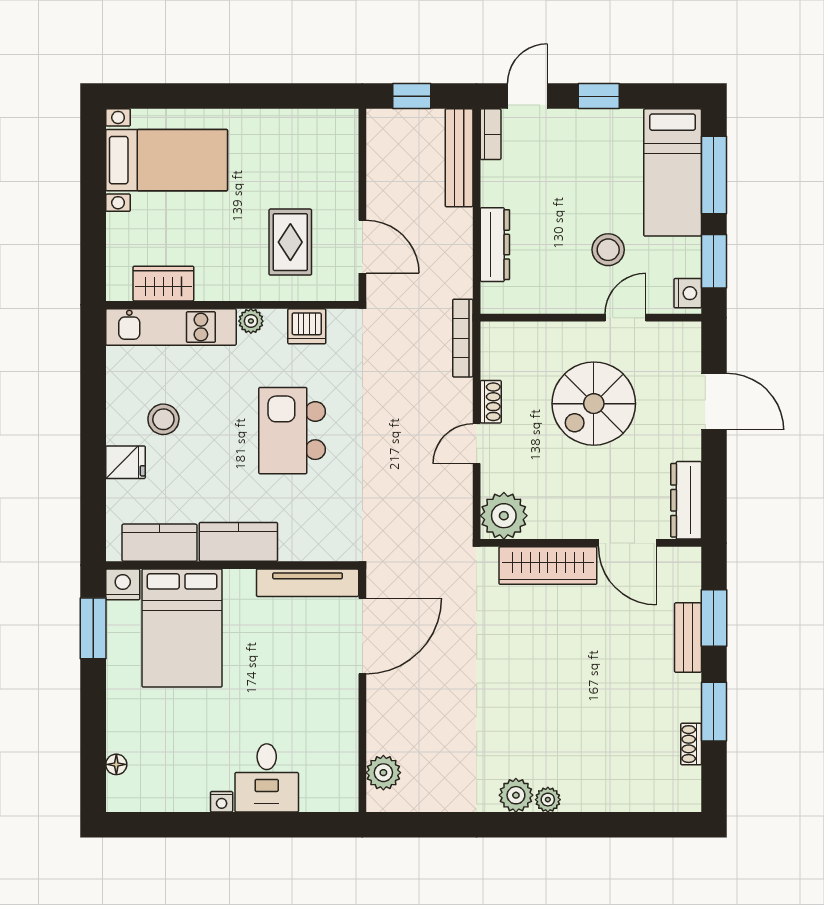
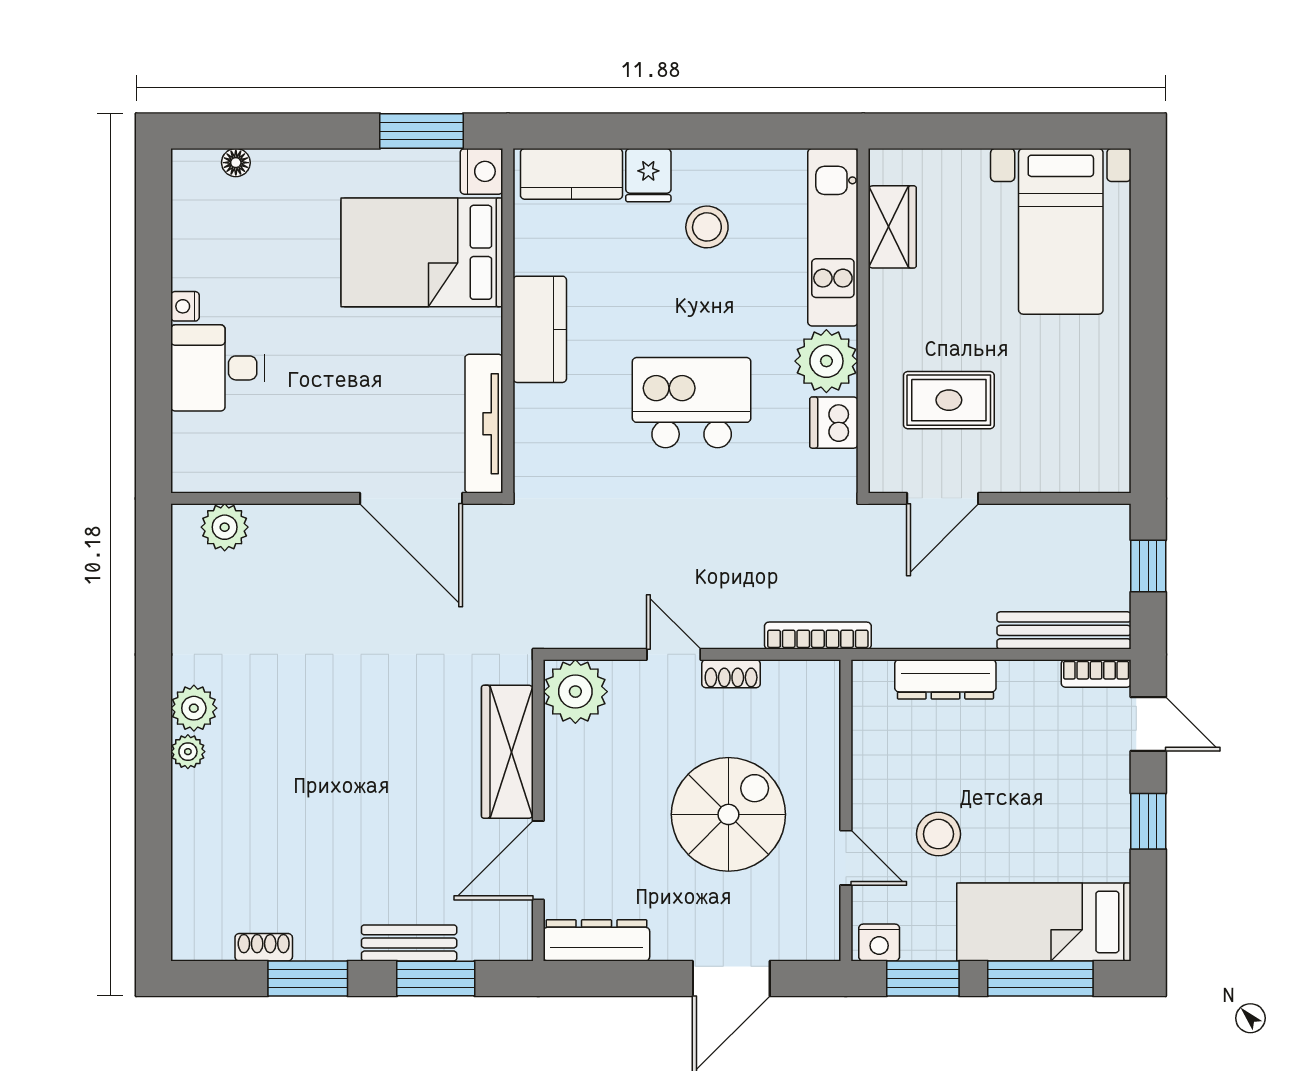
plant: (251, 321) -> (826, 361), width x1.88, depth x1.88
spiral stairs: (594, 404) -> (728, 814), turned 90
kitchen counter: (160, 543) -> (571, 174), moved, turned 90

